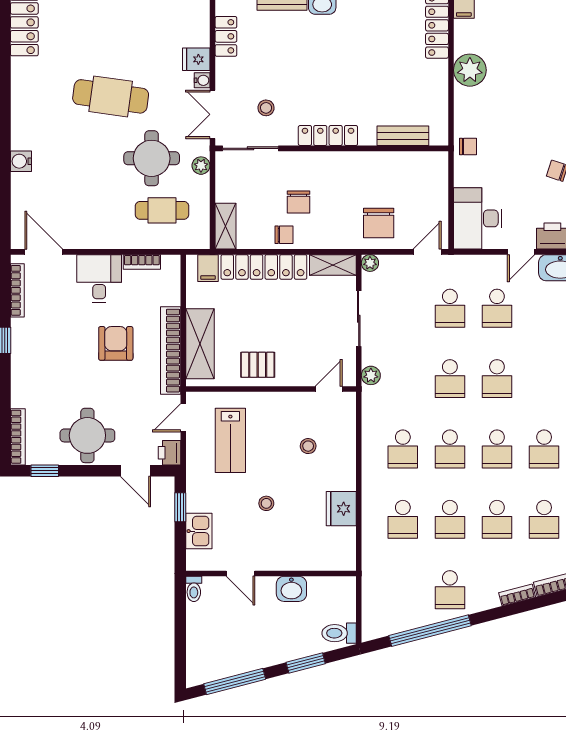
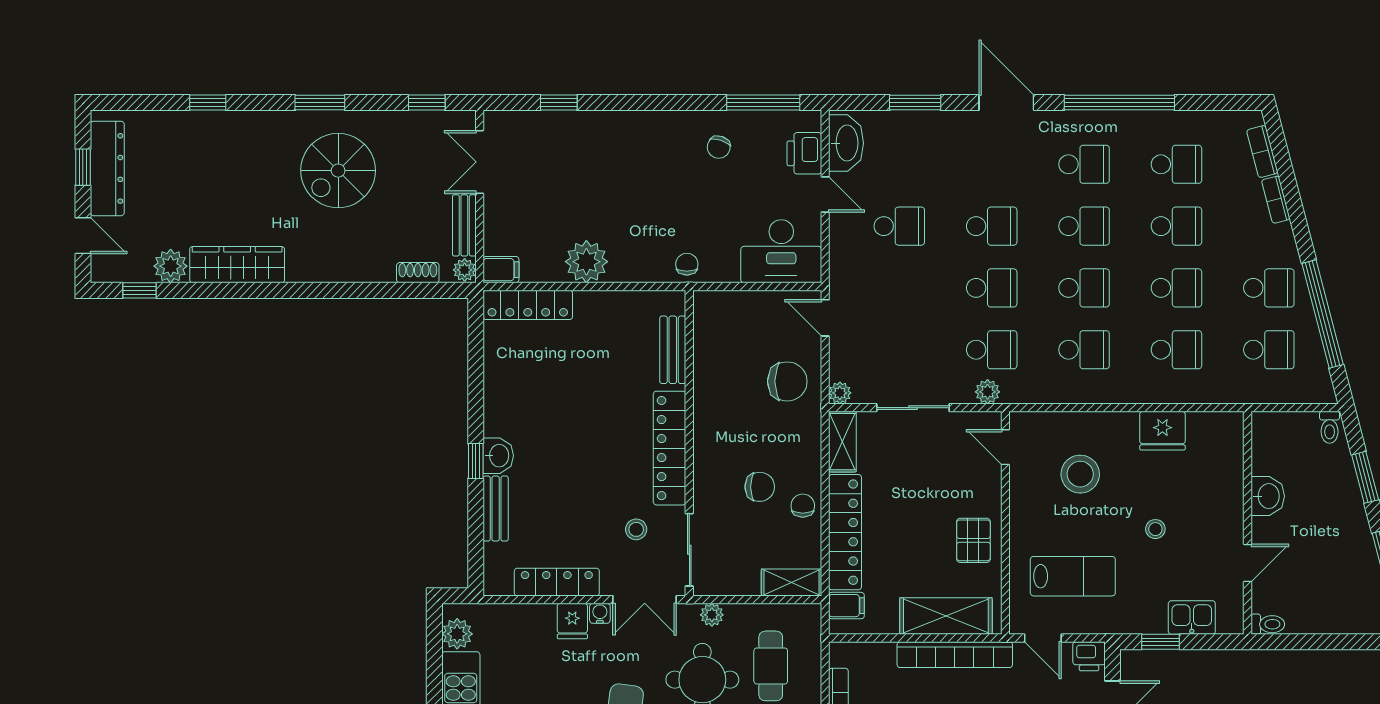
locker: (226, 36) -> (557, 582), width x1.53
locker: (328, 135) -> (670, 448), width x1.41, depth x1.21
school desk: (450, 308) -> (992, 350), moved
stool: (308, 446) -> (1080, 474), width x1.89, depth x1.89
school desk: (403, 590) -> (1269, 350), added
toilet: (339, 633) -> (1330, 427), width x0.73, depth x0.72

